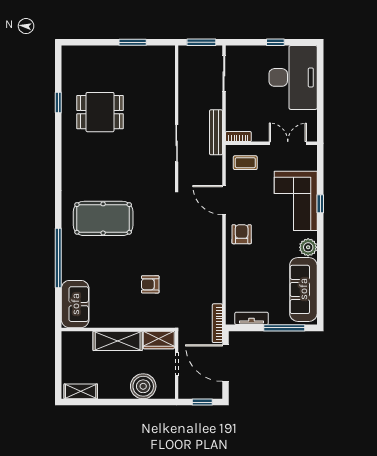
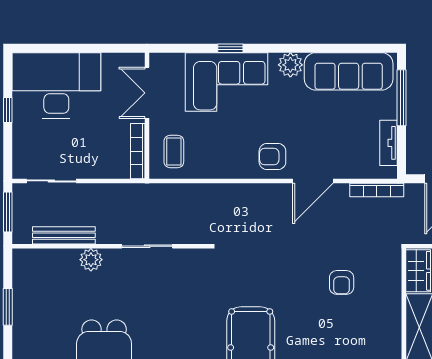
plant: (167, 103) -> (91, 260), added
bench: (216, 132) -> (64, 235), moved
bookcase: (238, 137) -> (138, 151), width x1.56
door: (224, 200) -> (313, 181), moved
bookcase: (217, 323) -> (377, 190), moved

